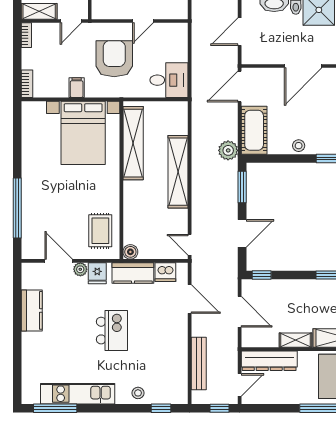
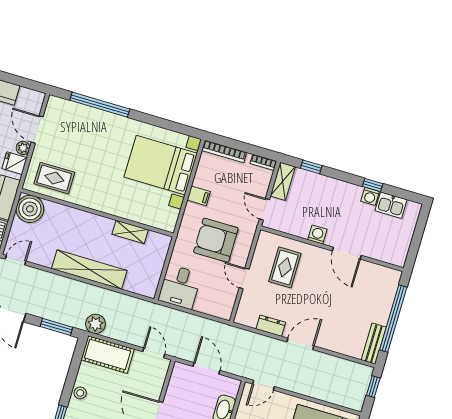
armchair: (114, 59) -> (216, 240), turned 180
bookcase: (27, 84) -> (224, 151), width x1.56
door: (240, 87) -> (154, 353), width x0.73
bed with nightstands: (83, 133) -> (161, 165), moved
shelving: (133, 143) -> (130, 232), width x0.45, depth x0.75
boiler: (130, 252) -> (30, 209), width x1.86, depth x1.86
door: (59, 261) -> (37, 130), swing flipped

